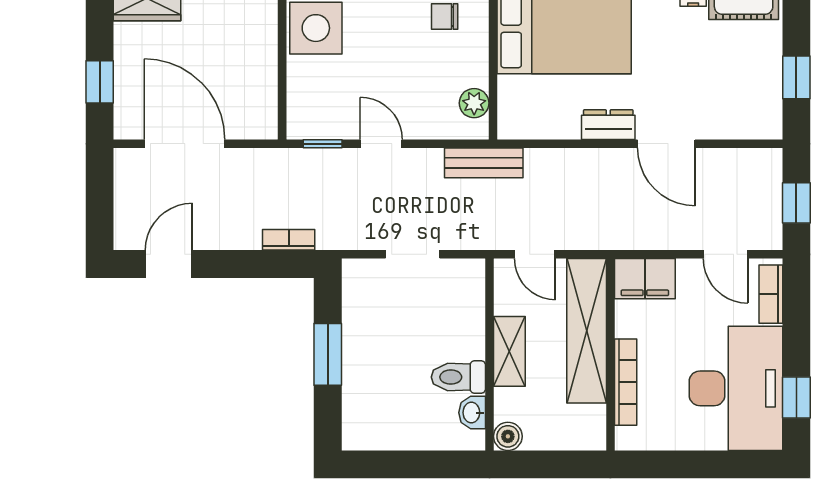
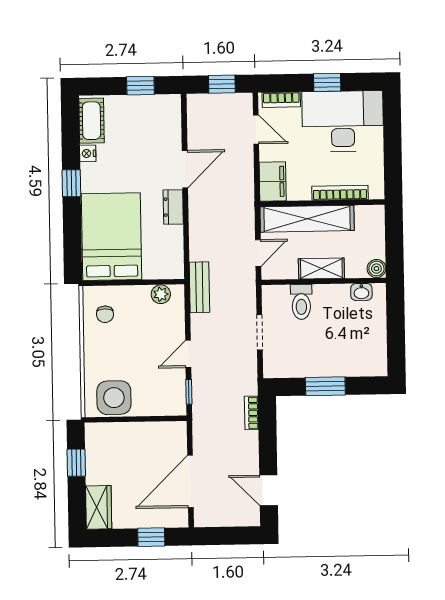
door: (726, 254) -> (256, 130), hinge flipped
toilet: (458, 377) -> (301, 302), moved
window: (796, 397) -> (327, 82), moved

